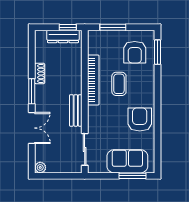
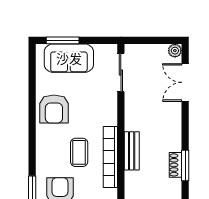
window: (32, 91) -> (185, 166), moved
bench: (76, 110) -> (132, 151), moved
double door: (32, 128) -> (185, 82), moved

